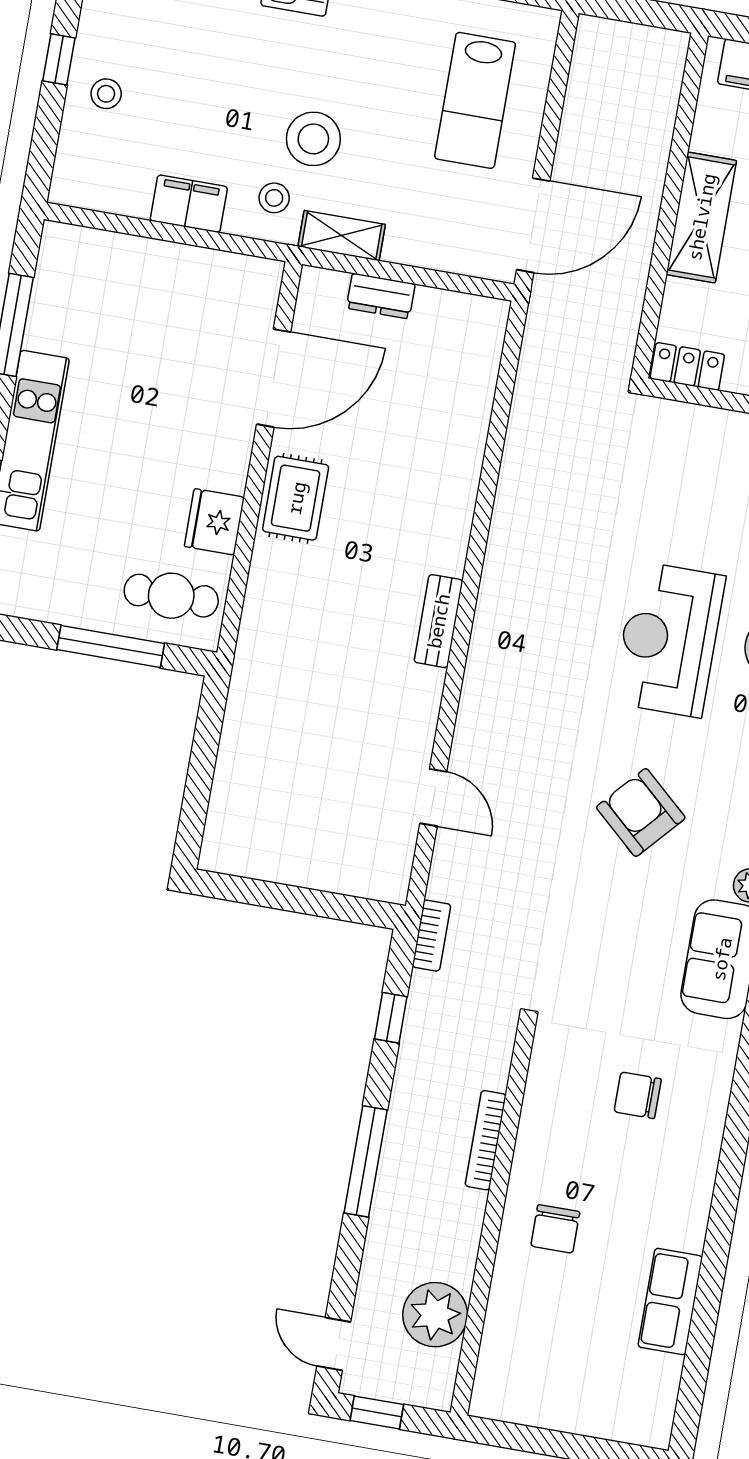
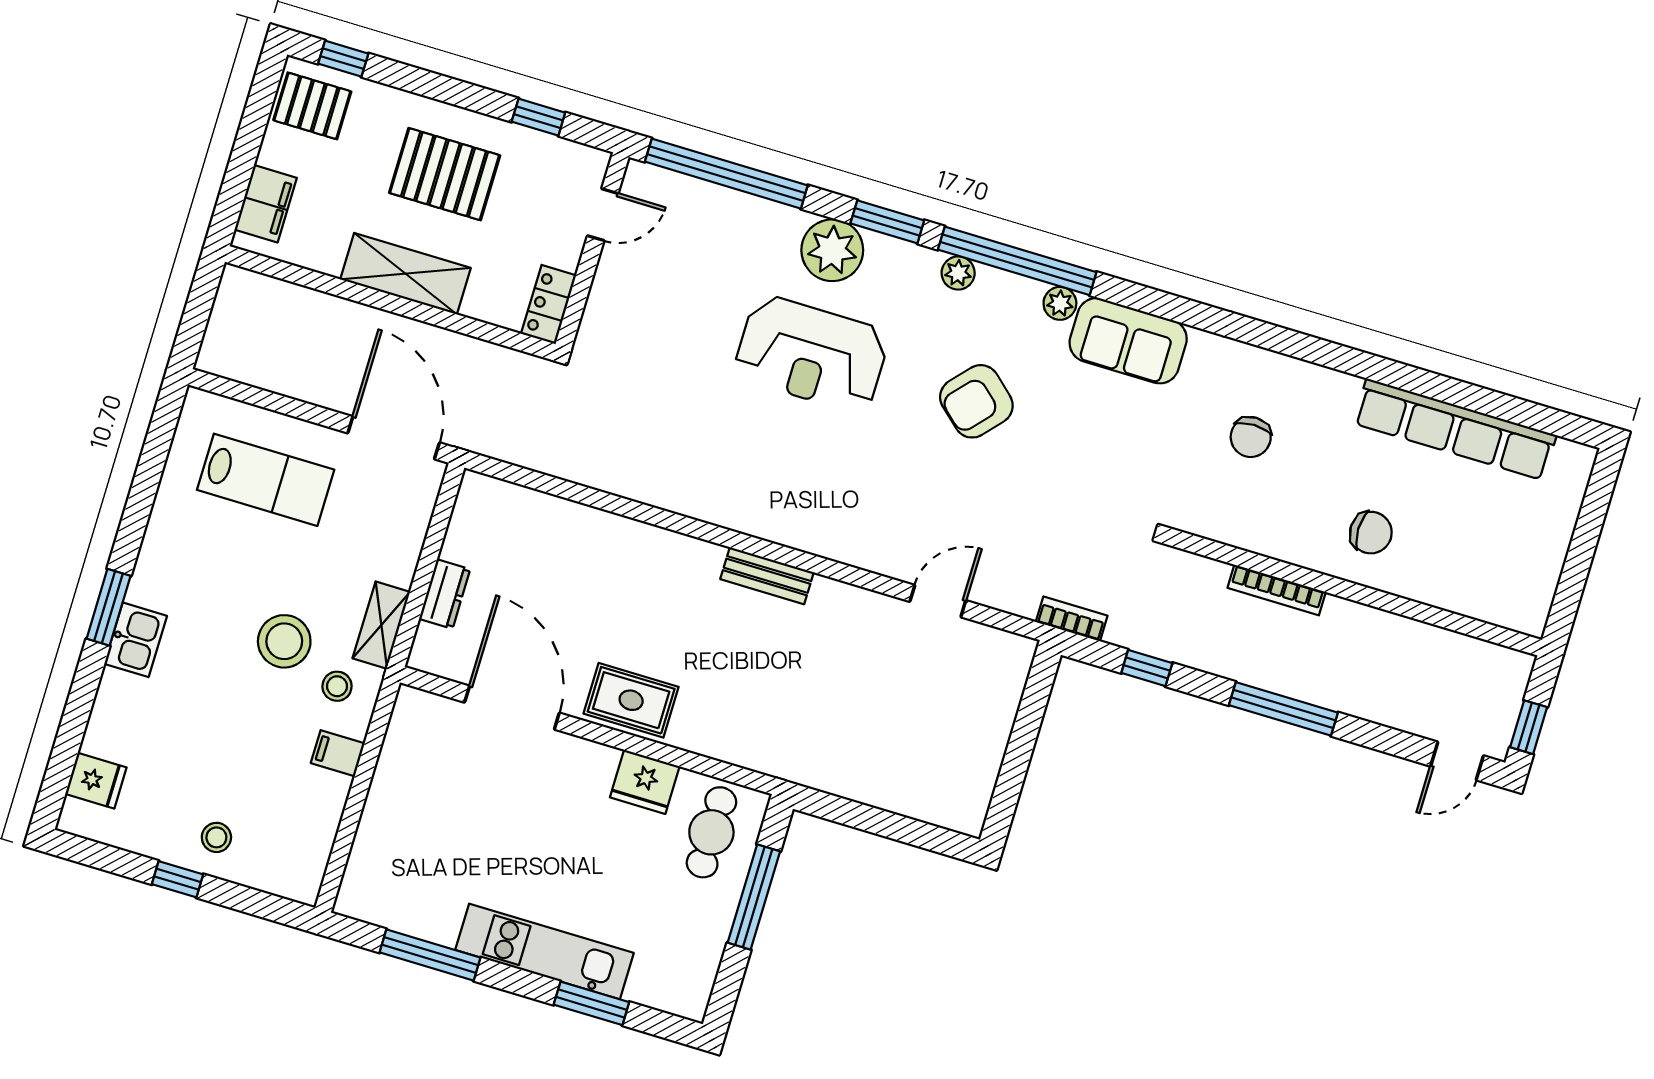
filing cabinet: (189, 204) -> (338, 753), width x0.50
row of seats: (670, 1302) -> (1455, 429), width x2.02
plant: (435, 1315) -> (1440, 659), removed

